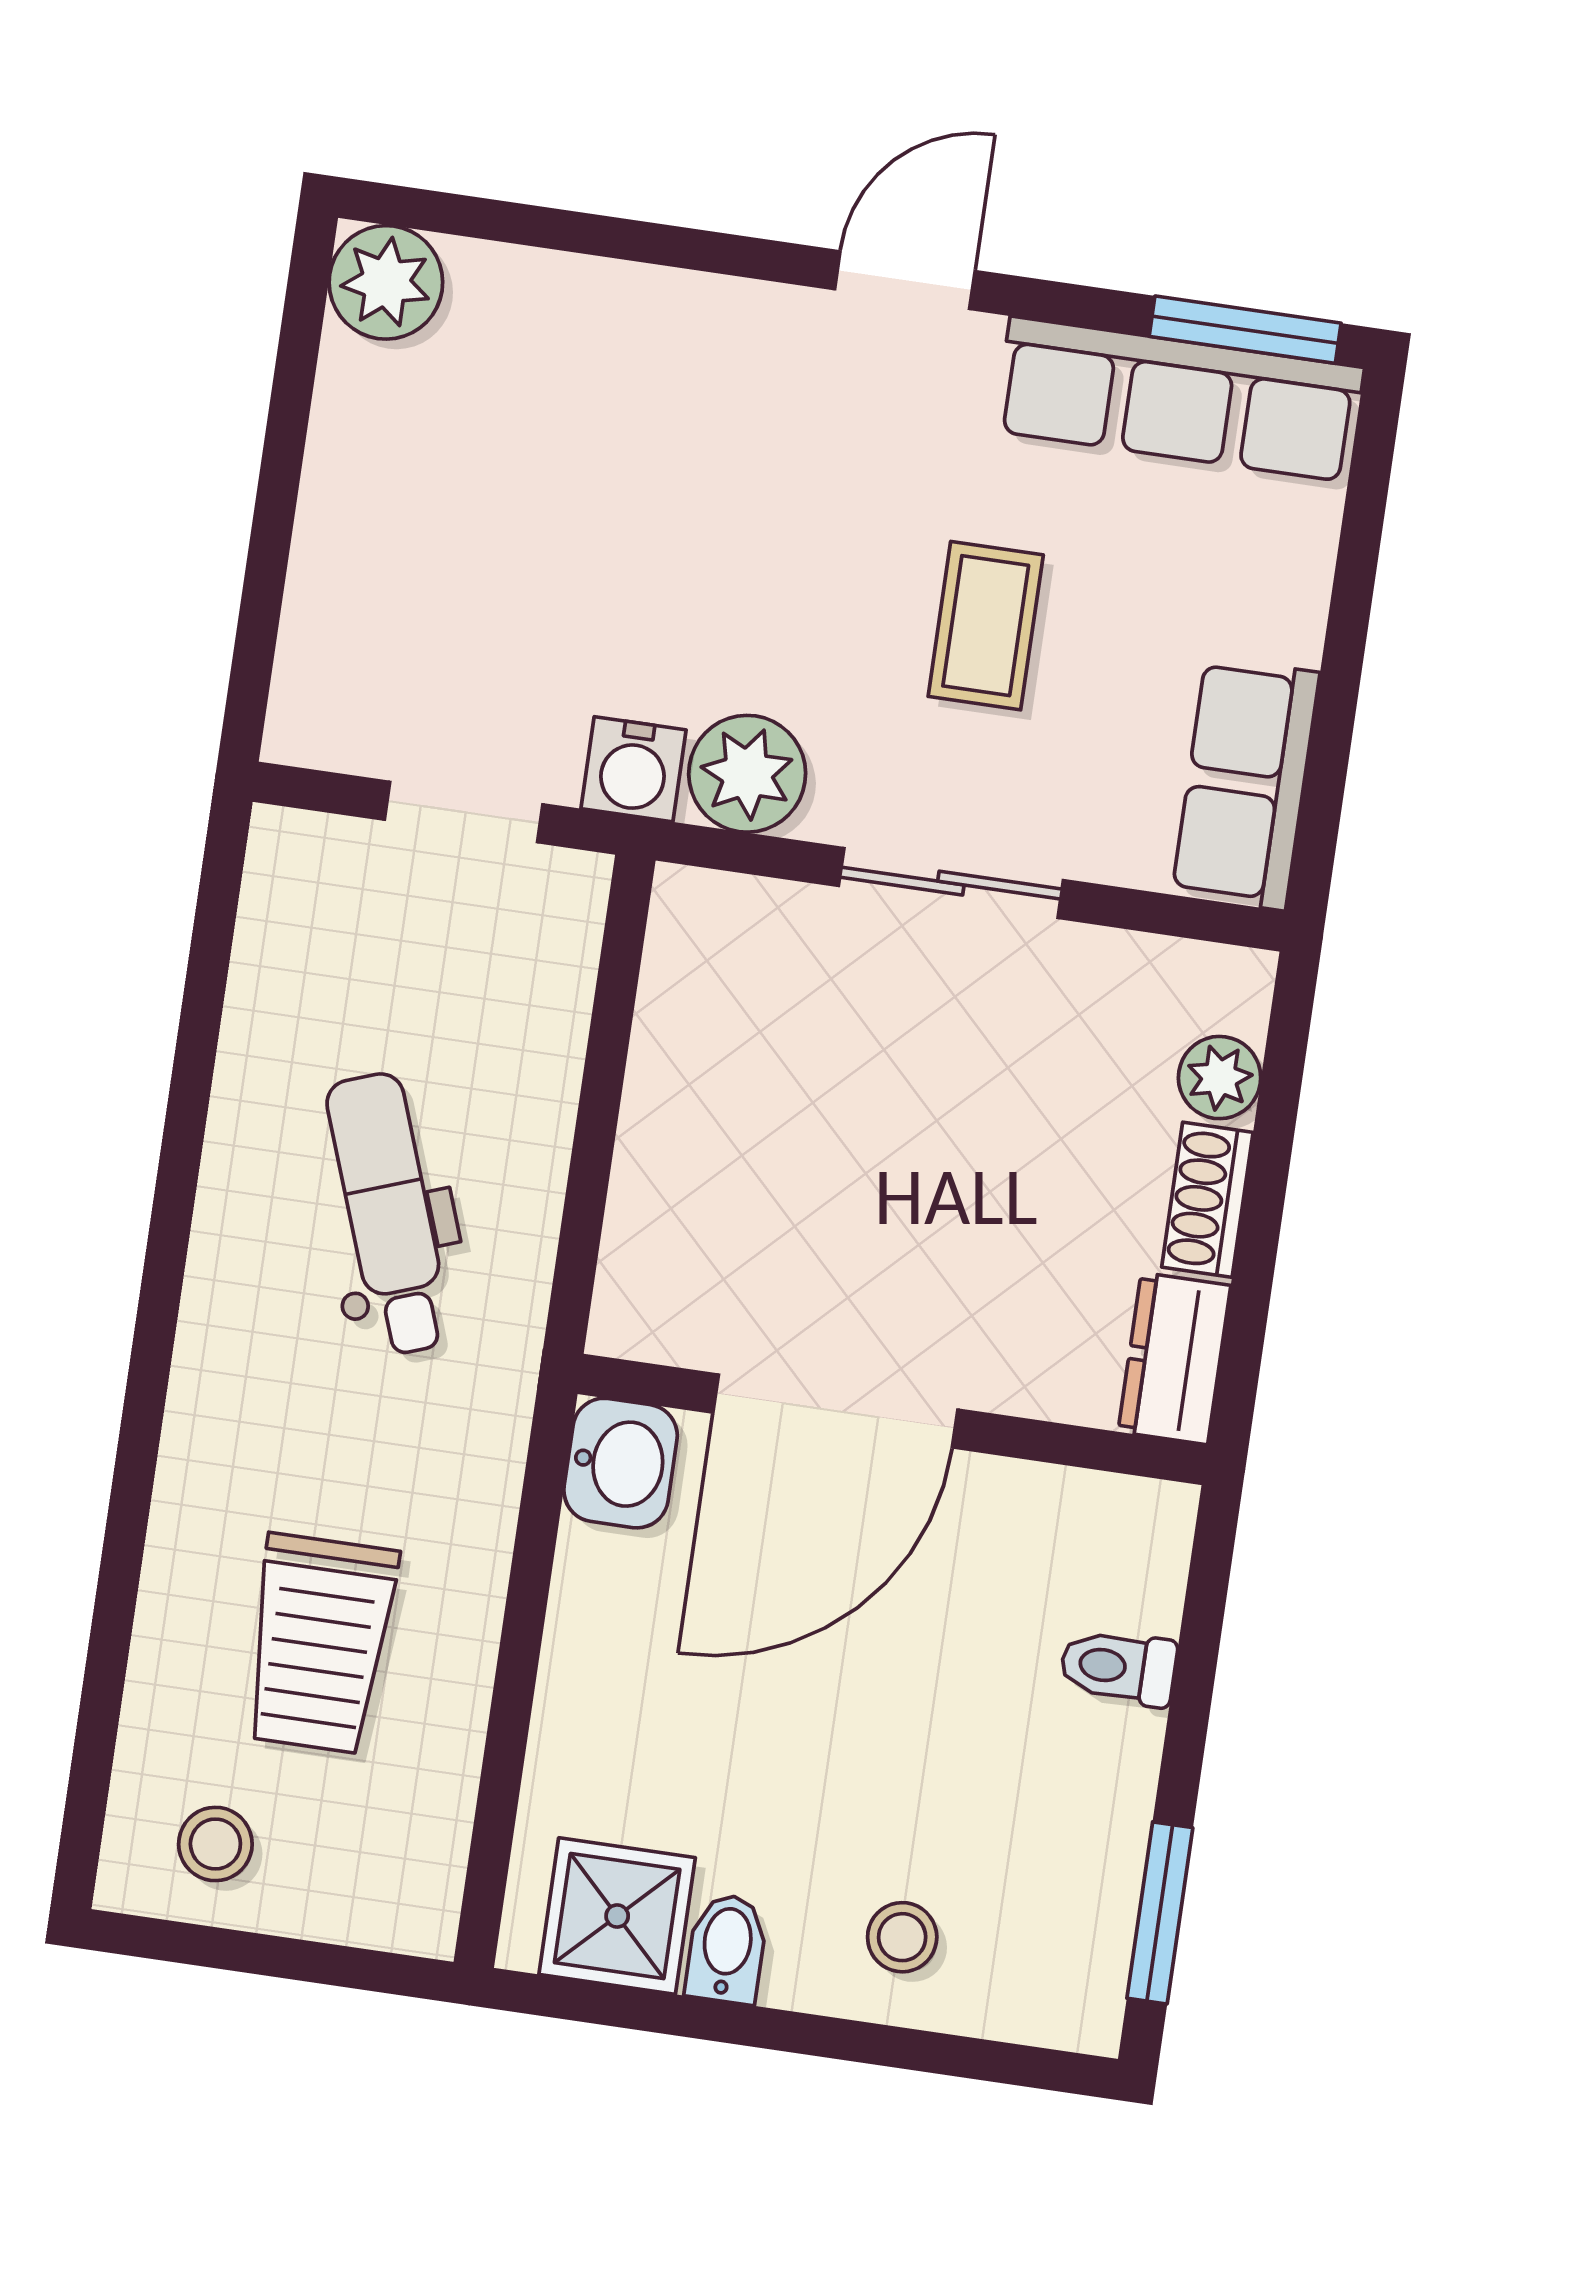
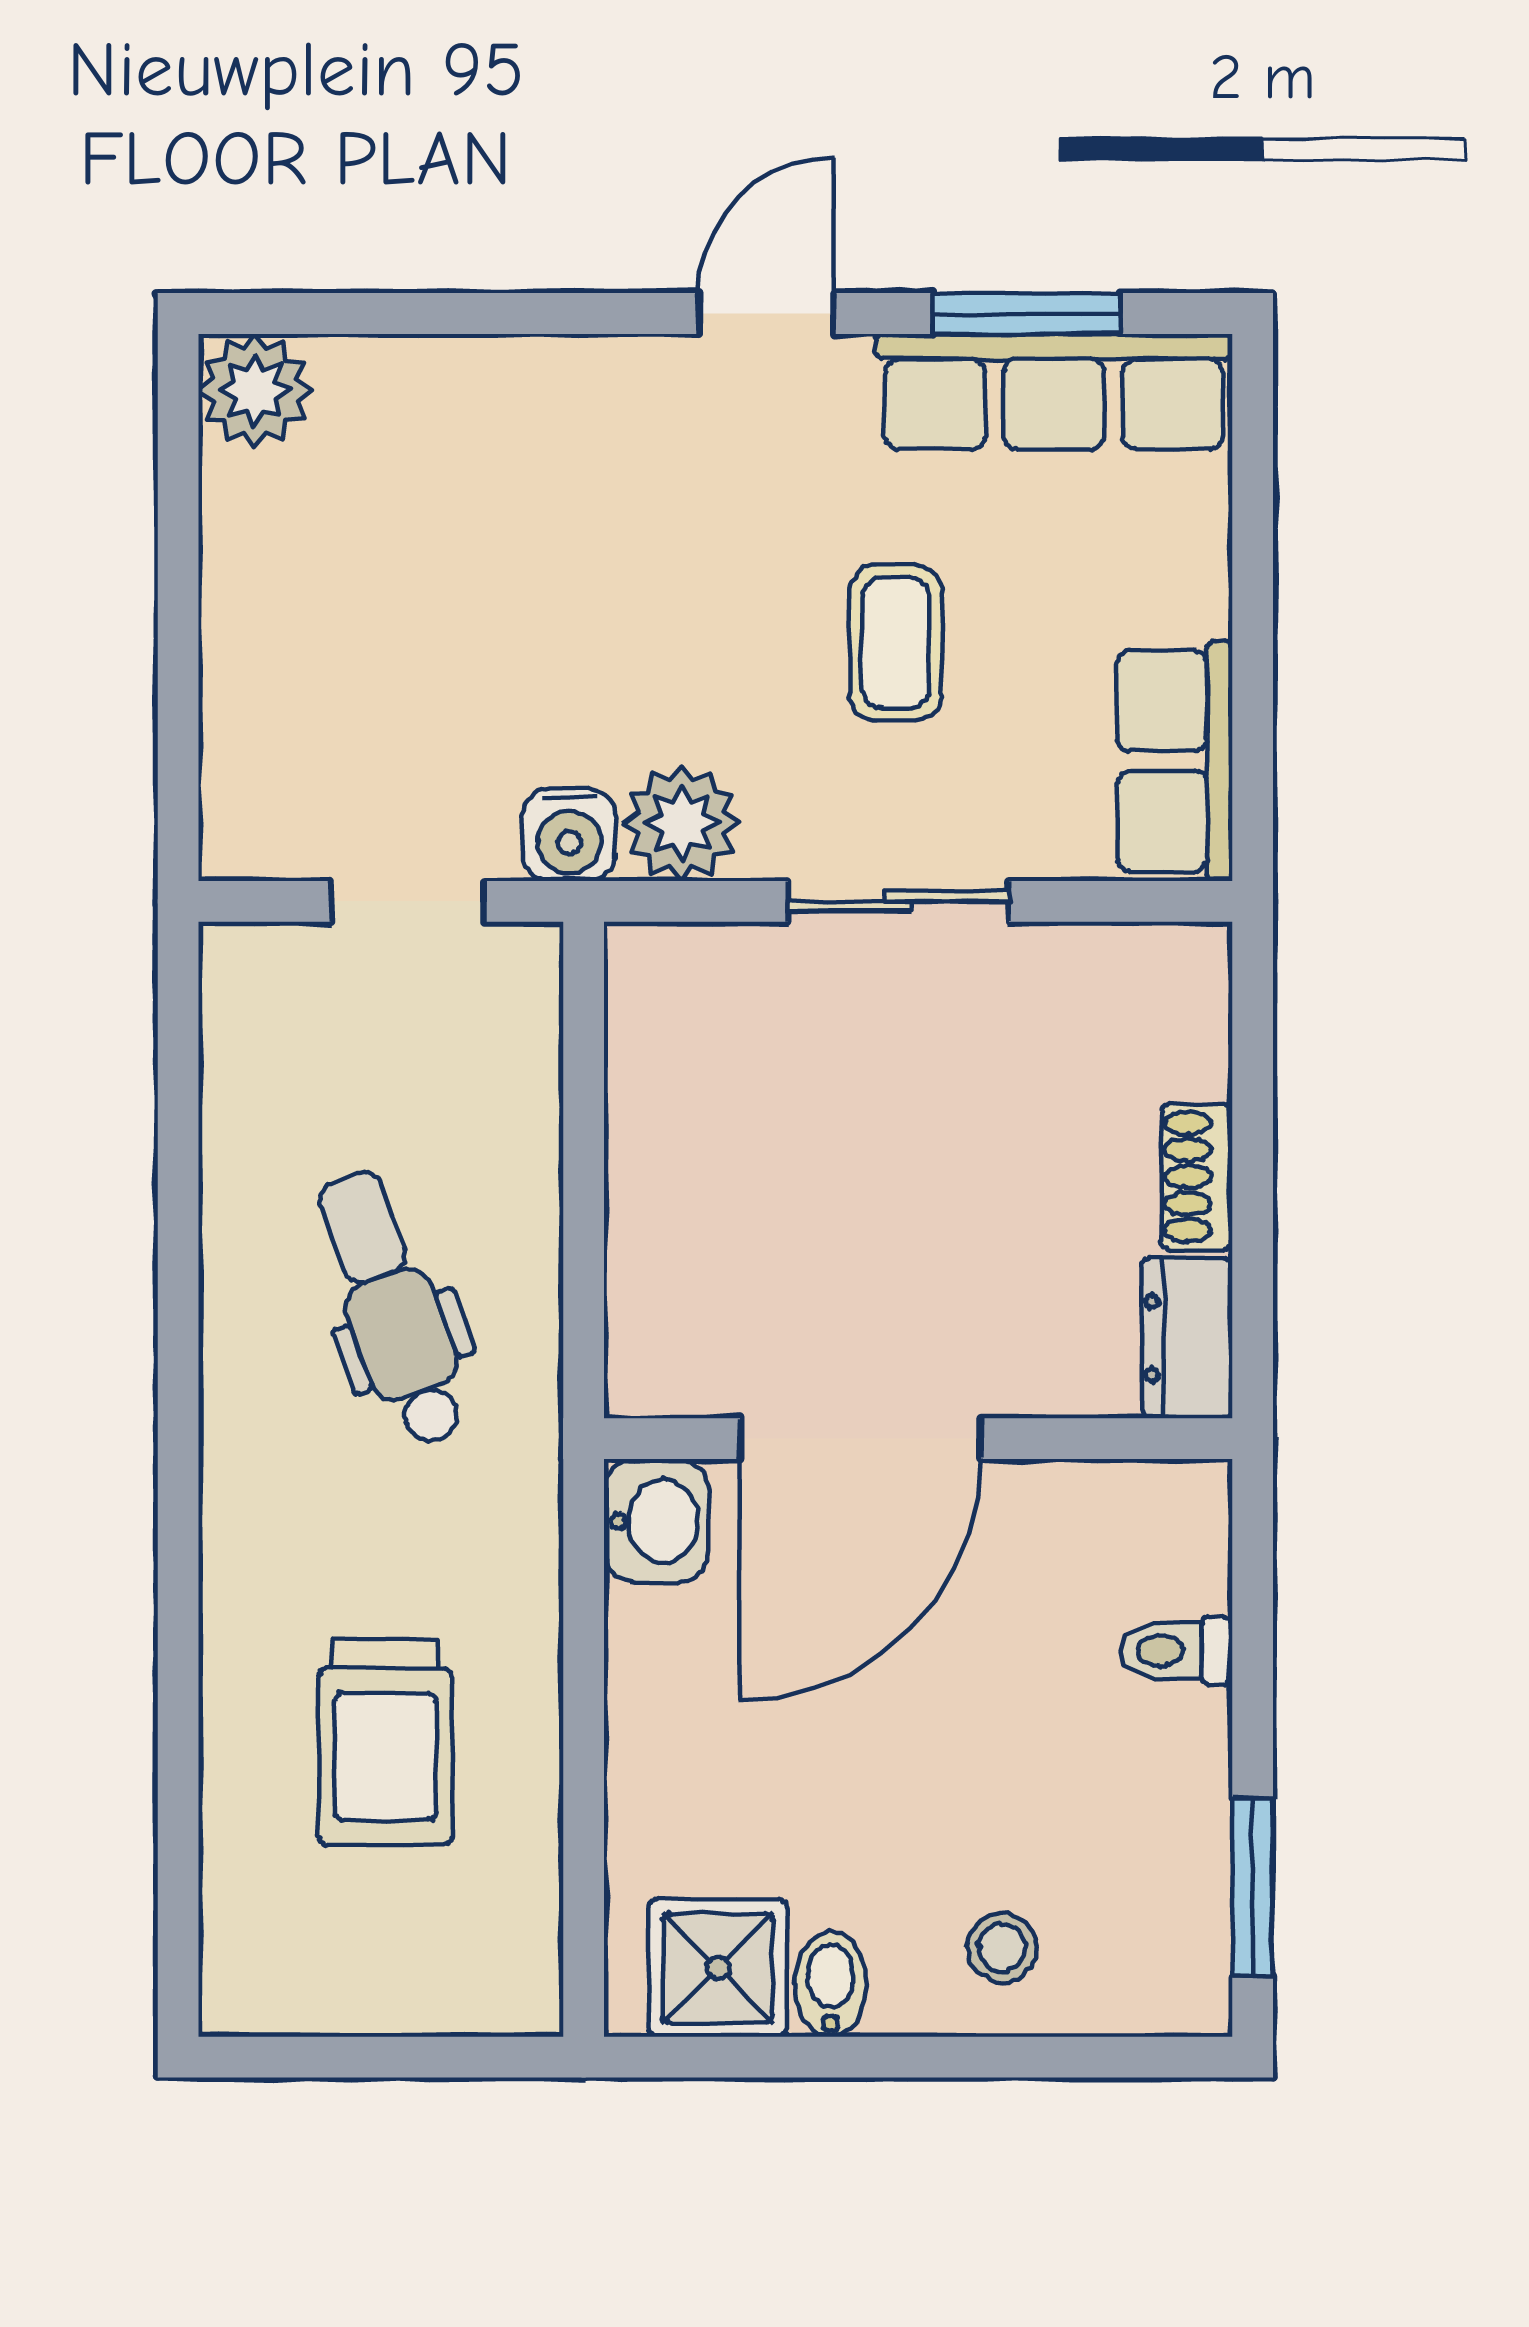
window: (1245, 330) -> (1026, 314), moved
plant: (1220, 1078) -> (1191, 1055), removed
stool: (215, 1844) -> (311, 1955), removed

